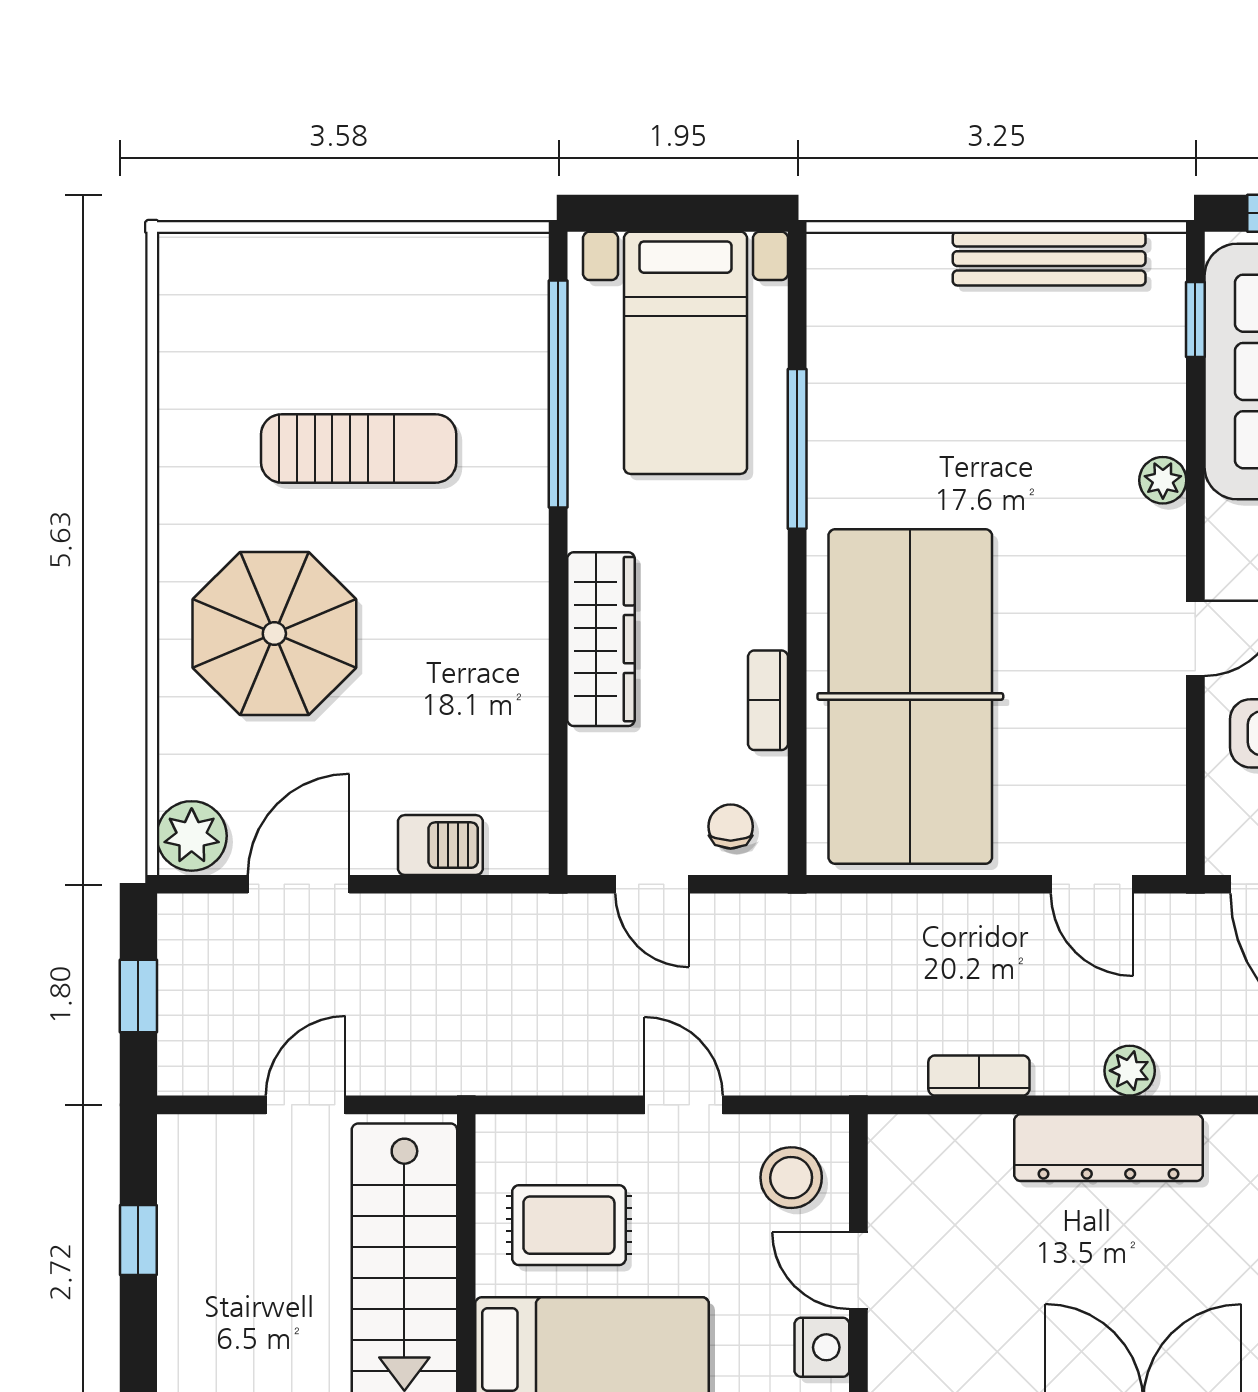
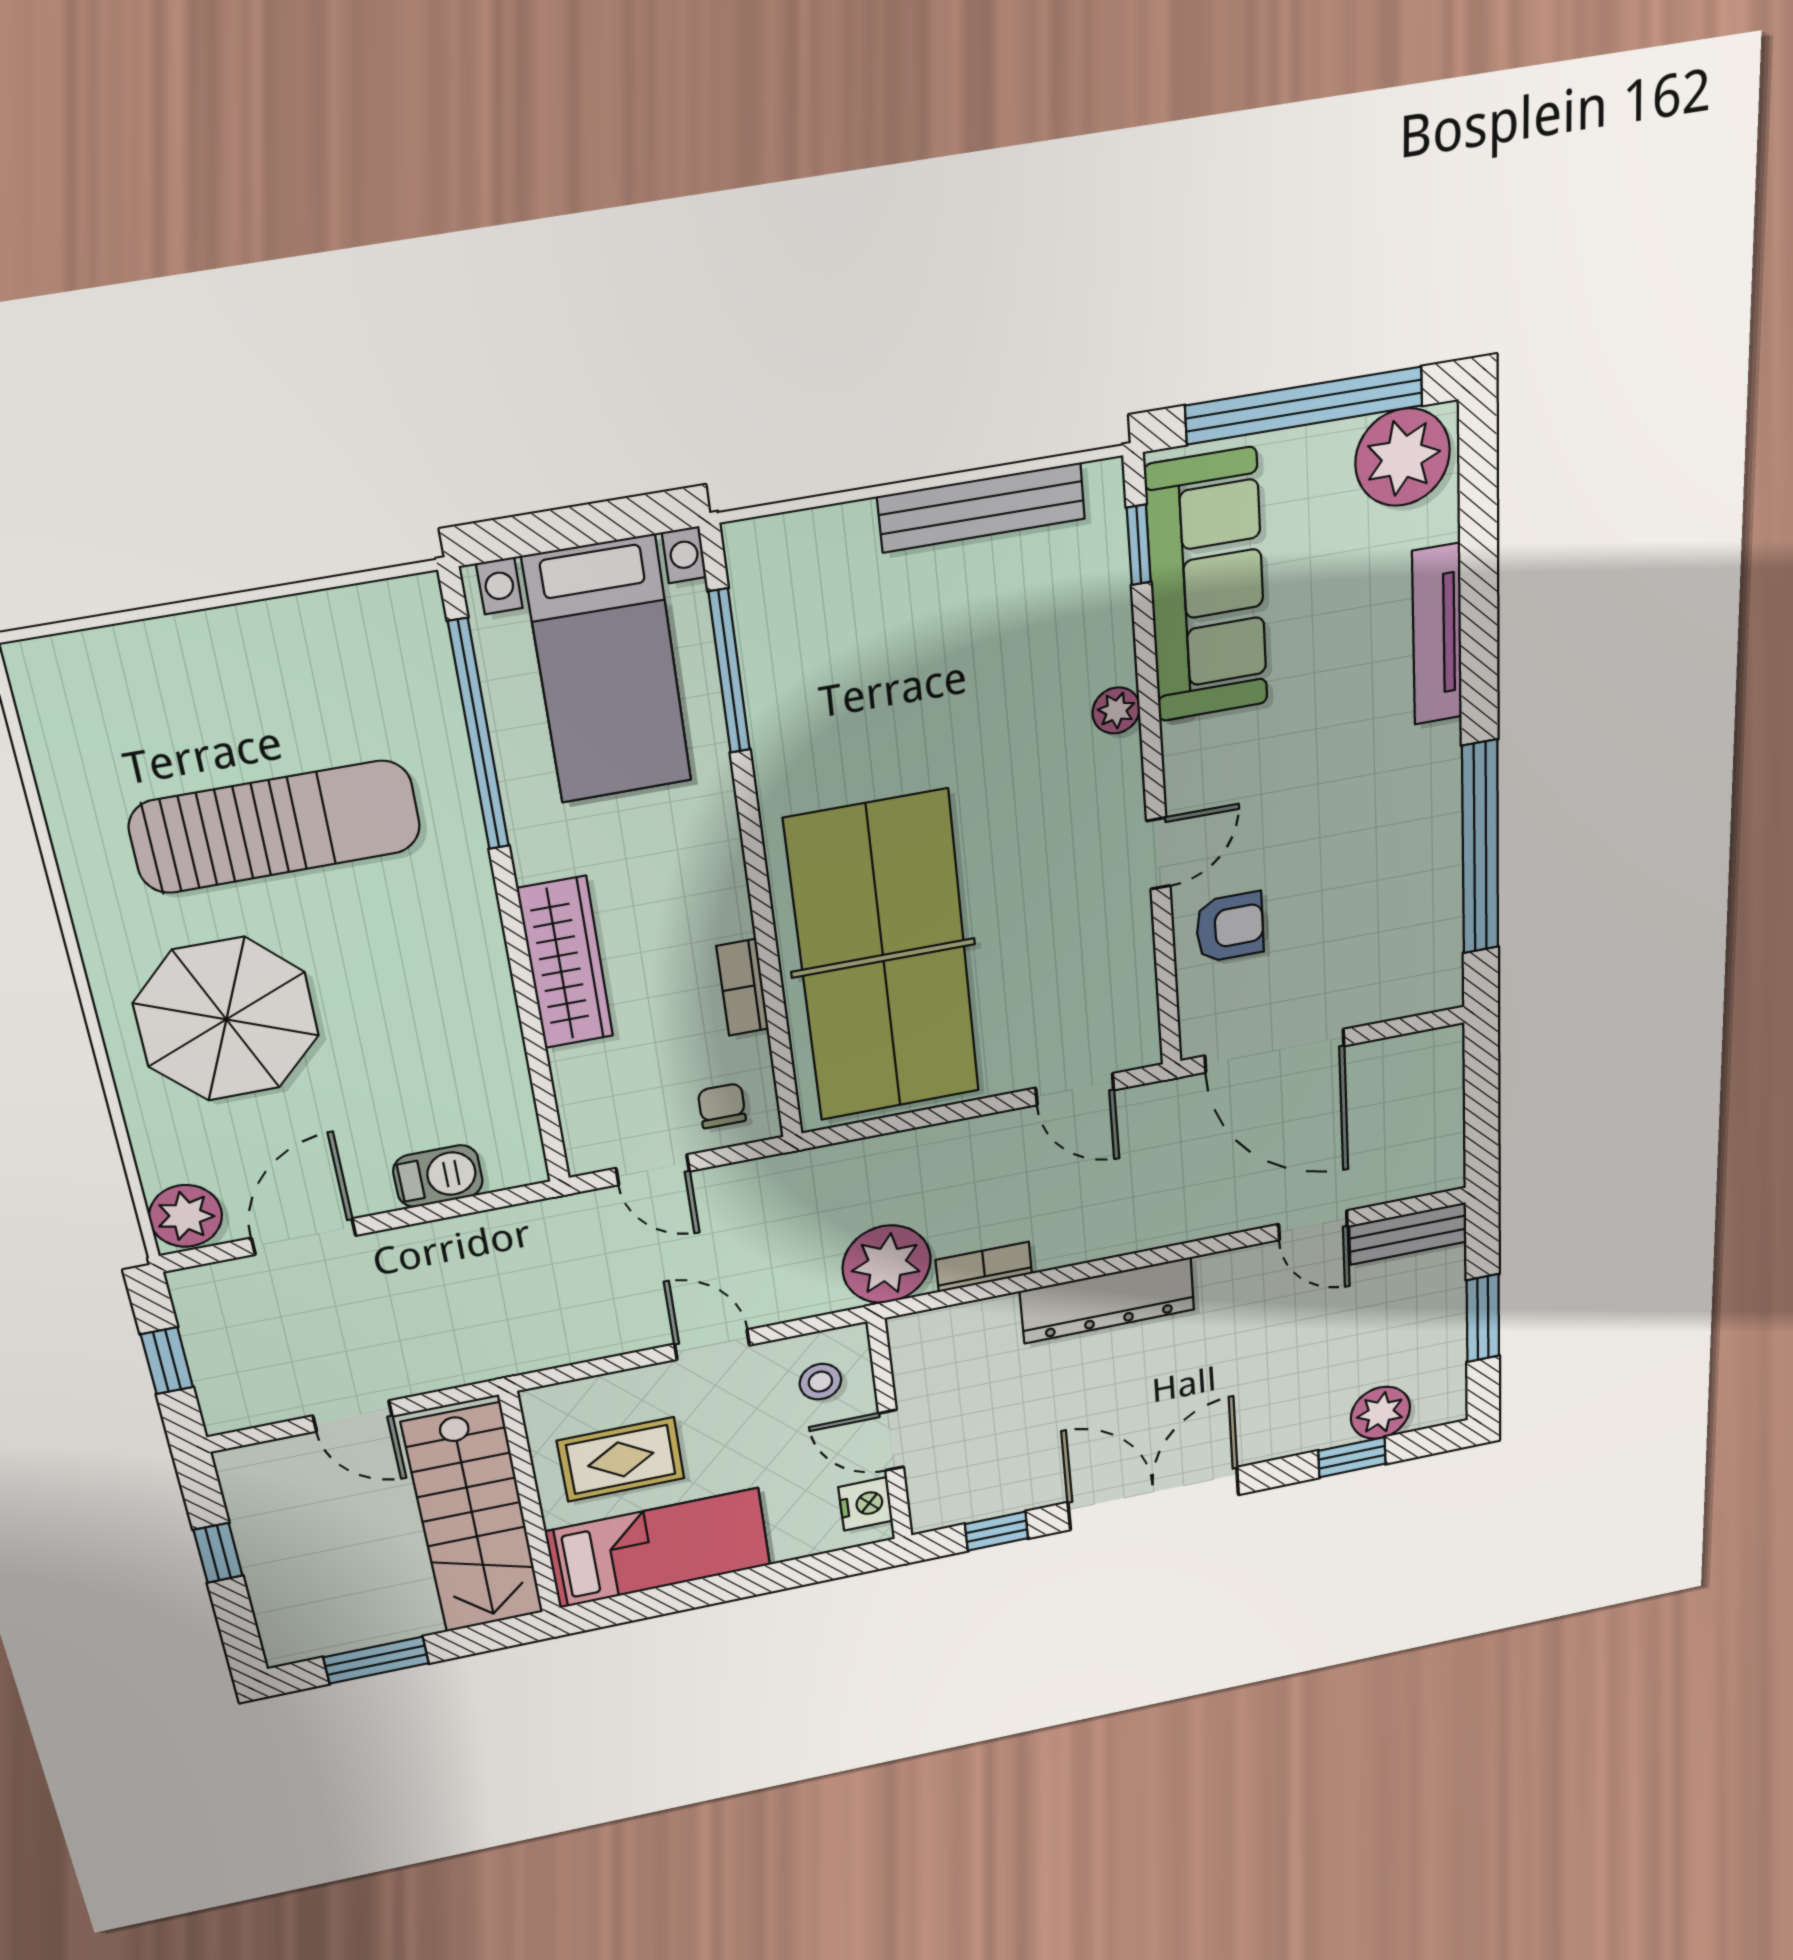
sun lounger: (359, 448) -> (275, 827), width x1.36, depth x1.34
window: (797, 449) -> (729, 671), moved
plant: (1130, 1071) -> (887, 1264), moved, width x1.88, depth x1.88
door: (306, 1105) -> (353, 1416), swing flipped
stool: (791, 1178) -> (820, 1382), width x0.73, depth x0.73

